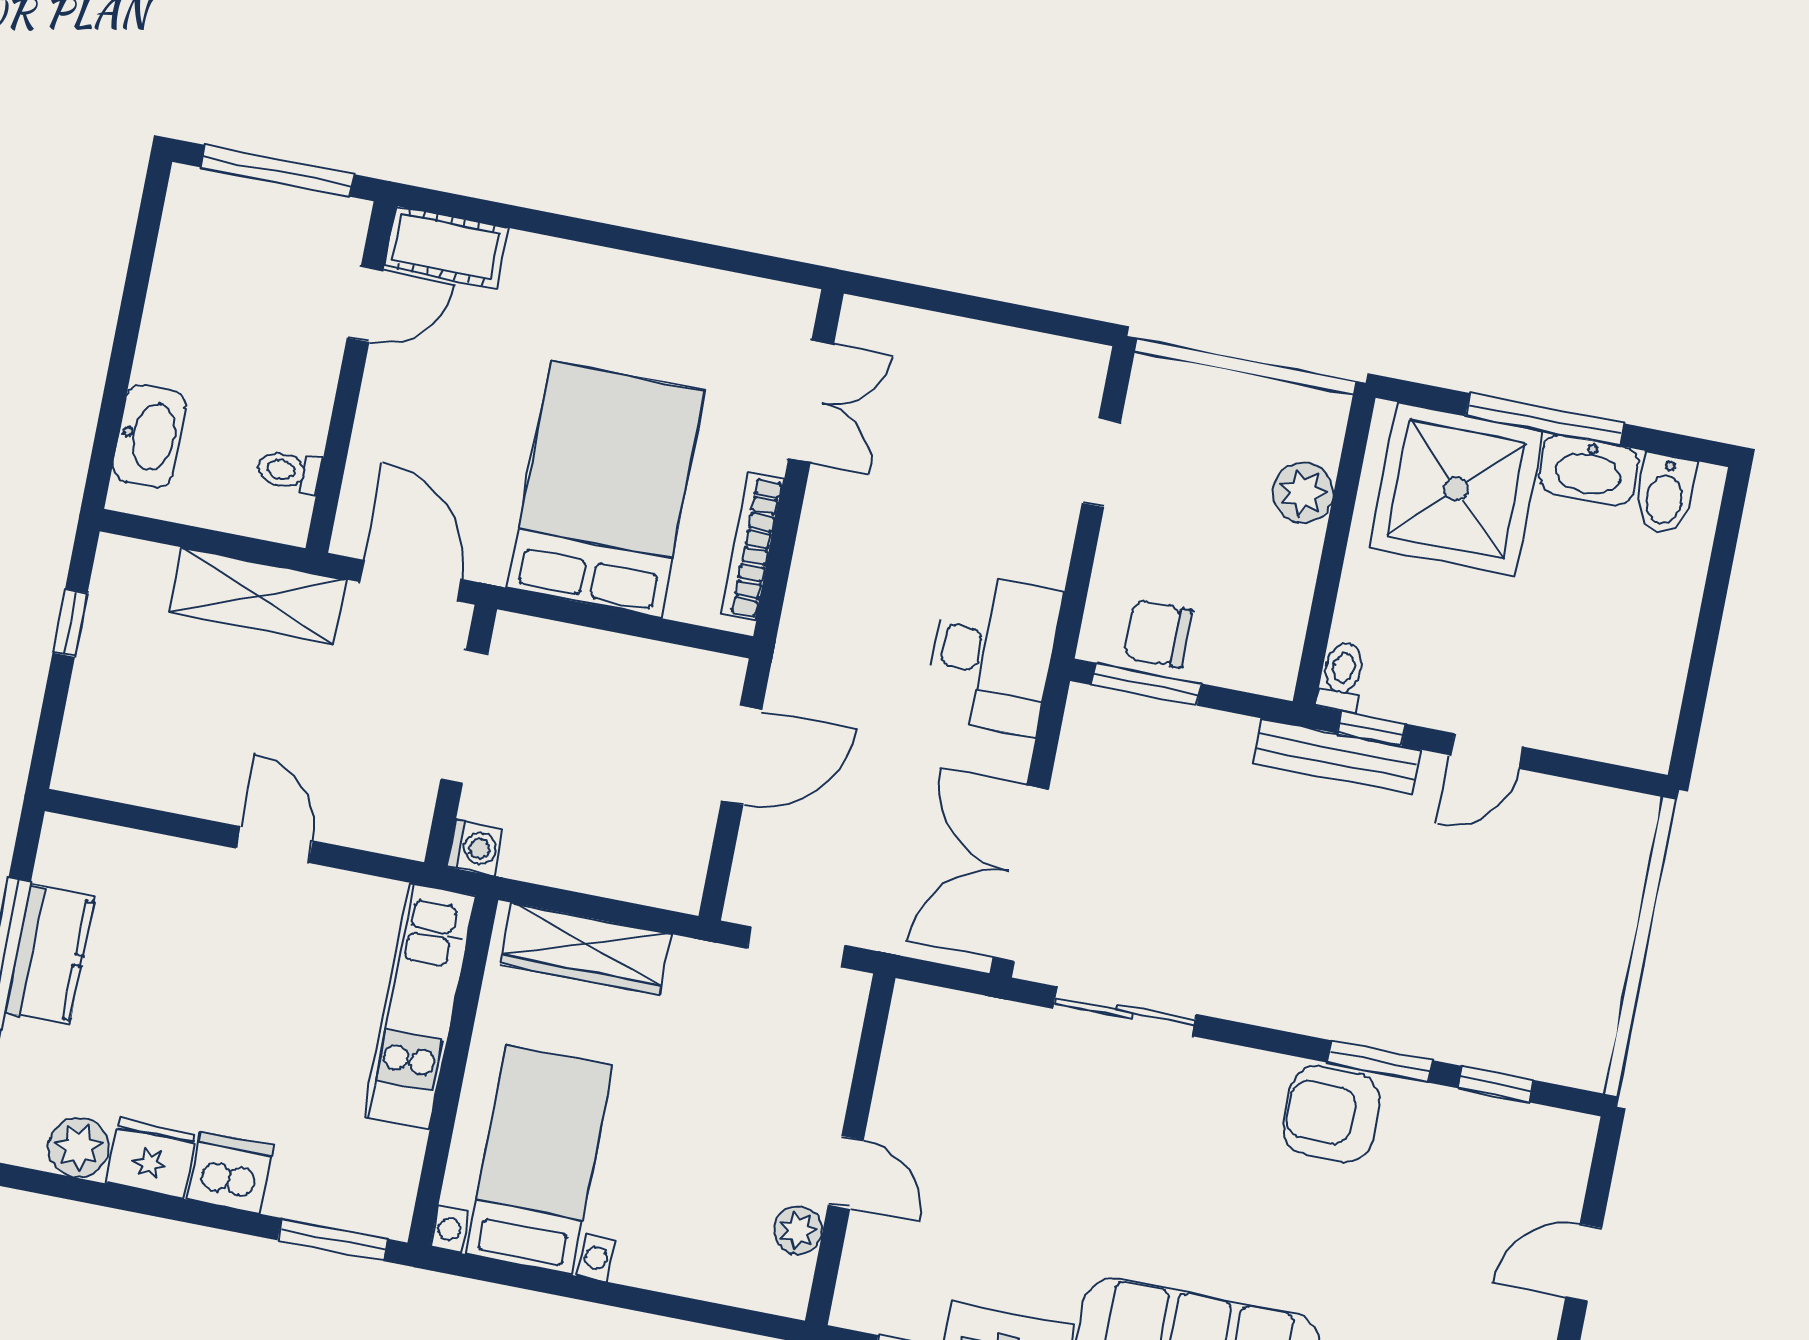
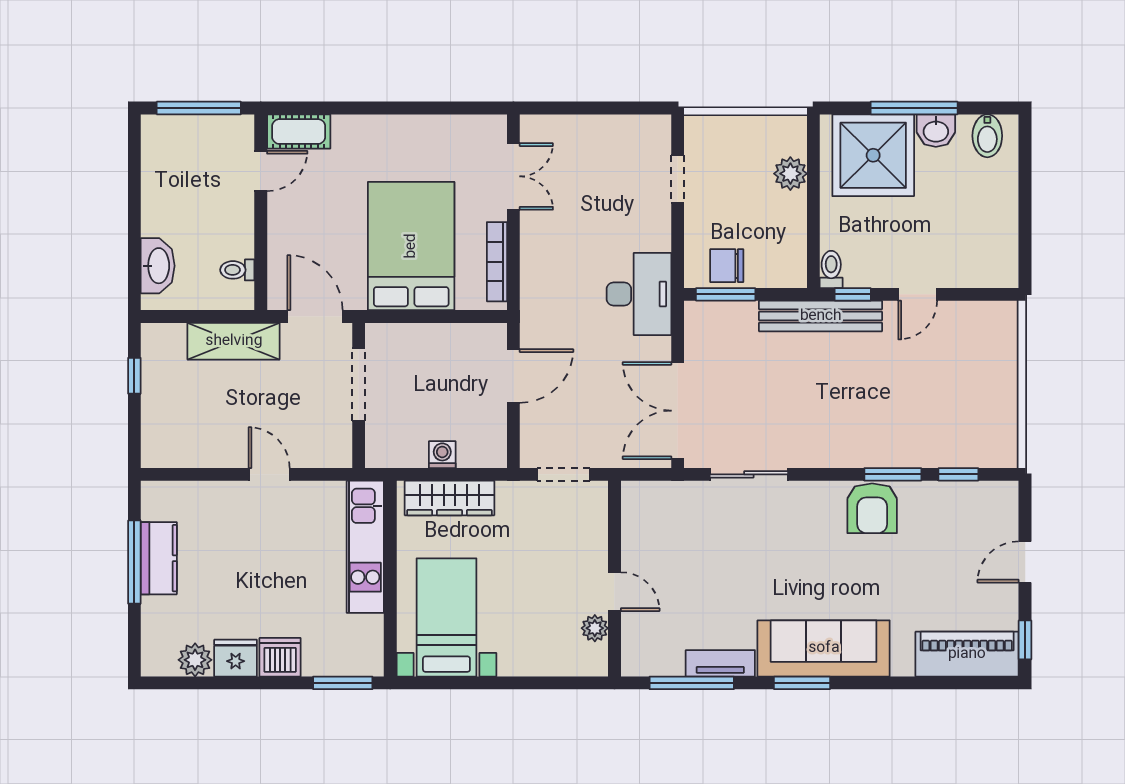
washbasin: (1589, 470) -> (936, 131), width x0.72
bench: (1337, 756) -> (821, 316), width x1.37, depth x1.21
washing machine: (475, 848) -> (442, 455), moved, turned -90
armchair: (1331, 1114) -> (872, 508), turned -90

